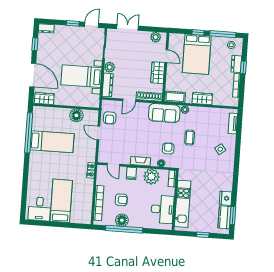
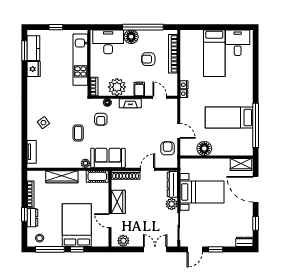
double door: (128, 27) -> (155, 249), swing flipped
wardrobe: (202, 99) -> (62, 177), width x1.50
desk: (162, 209) -> (108, 42), moved, turned 90
floor lamp: (122, 220) -> (131, 37), moved

